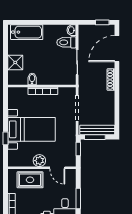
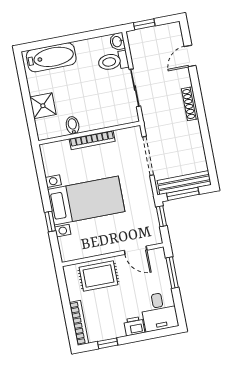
window: (102, 22) -> (144, 24), moved
door: (117, 49) -> (190, 56), width x0.53
plant: (39, 161) -> (107, 245), removed
window: (78, 199) -> (172, 273), moved

